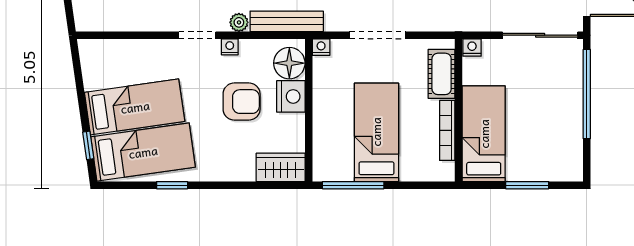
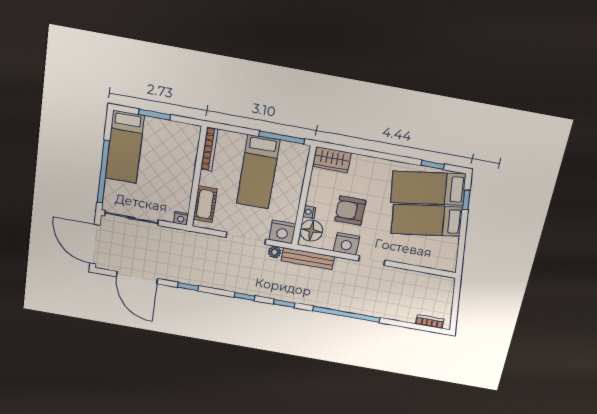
plant: (239, 22) -> (275, 252), moved
nightstand: (230, 47) -> (347, 244), width x1.89, depth x1.79
nightstand: (321, 47) -> (282, 232), width x1.89, depth x1.79
nightstand: (291, 96) -> (309, 212), width x0.53, depth x0.56
bookcase: (447, 130) -> (209, 149), moved
bed: (484, 134) -> (125, 147), moved
window: (172, 185) -> (433, 165), moved

